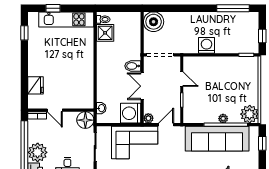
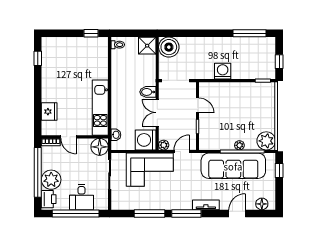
window: (53, 8) -> (91, 33), moved
kitchen unit: (66, 19) -> (100, 108), moved, turned 90
shower: (105, 33) -> (147, 46), moved

